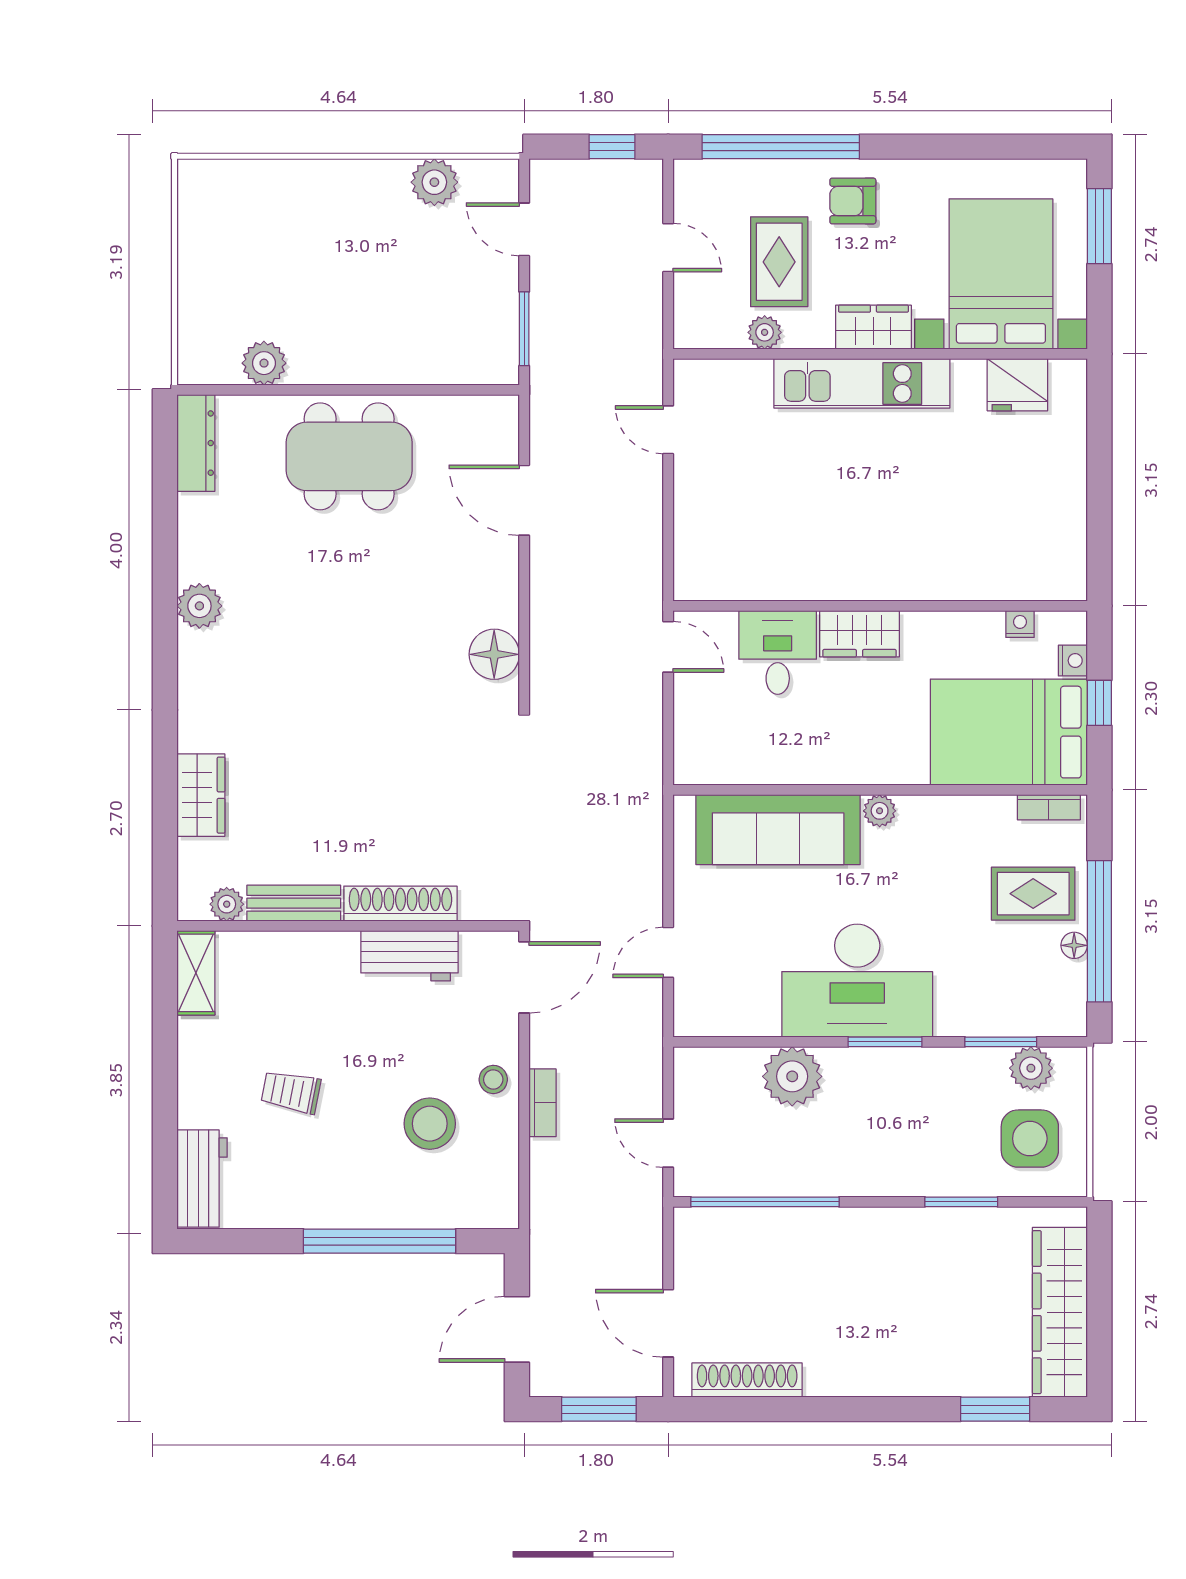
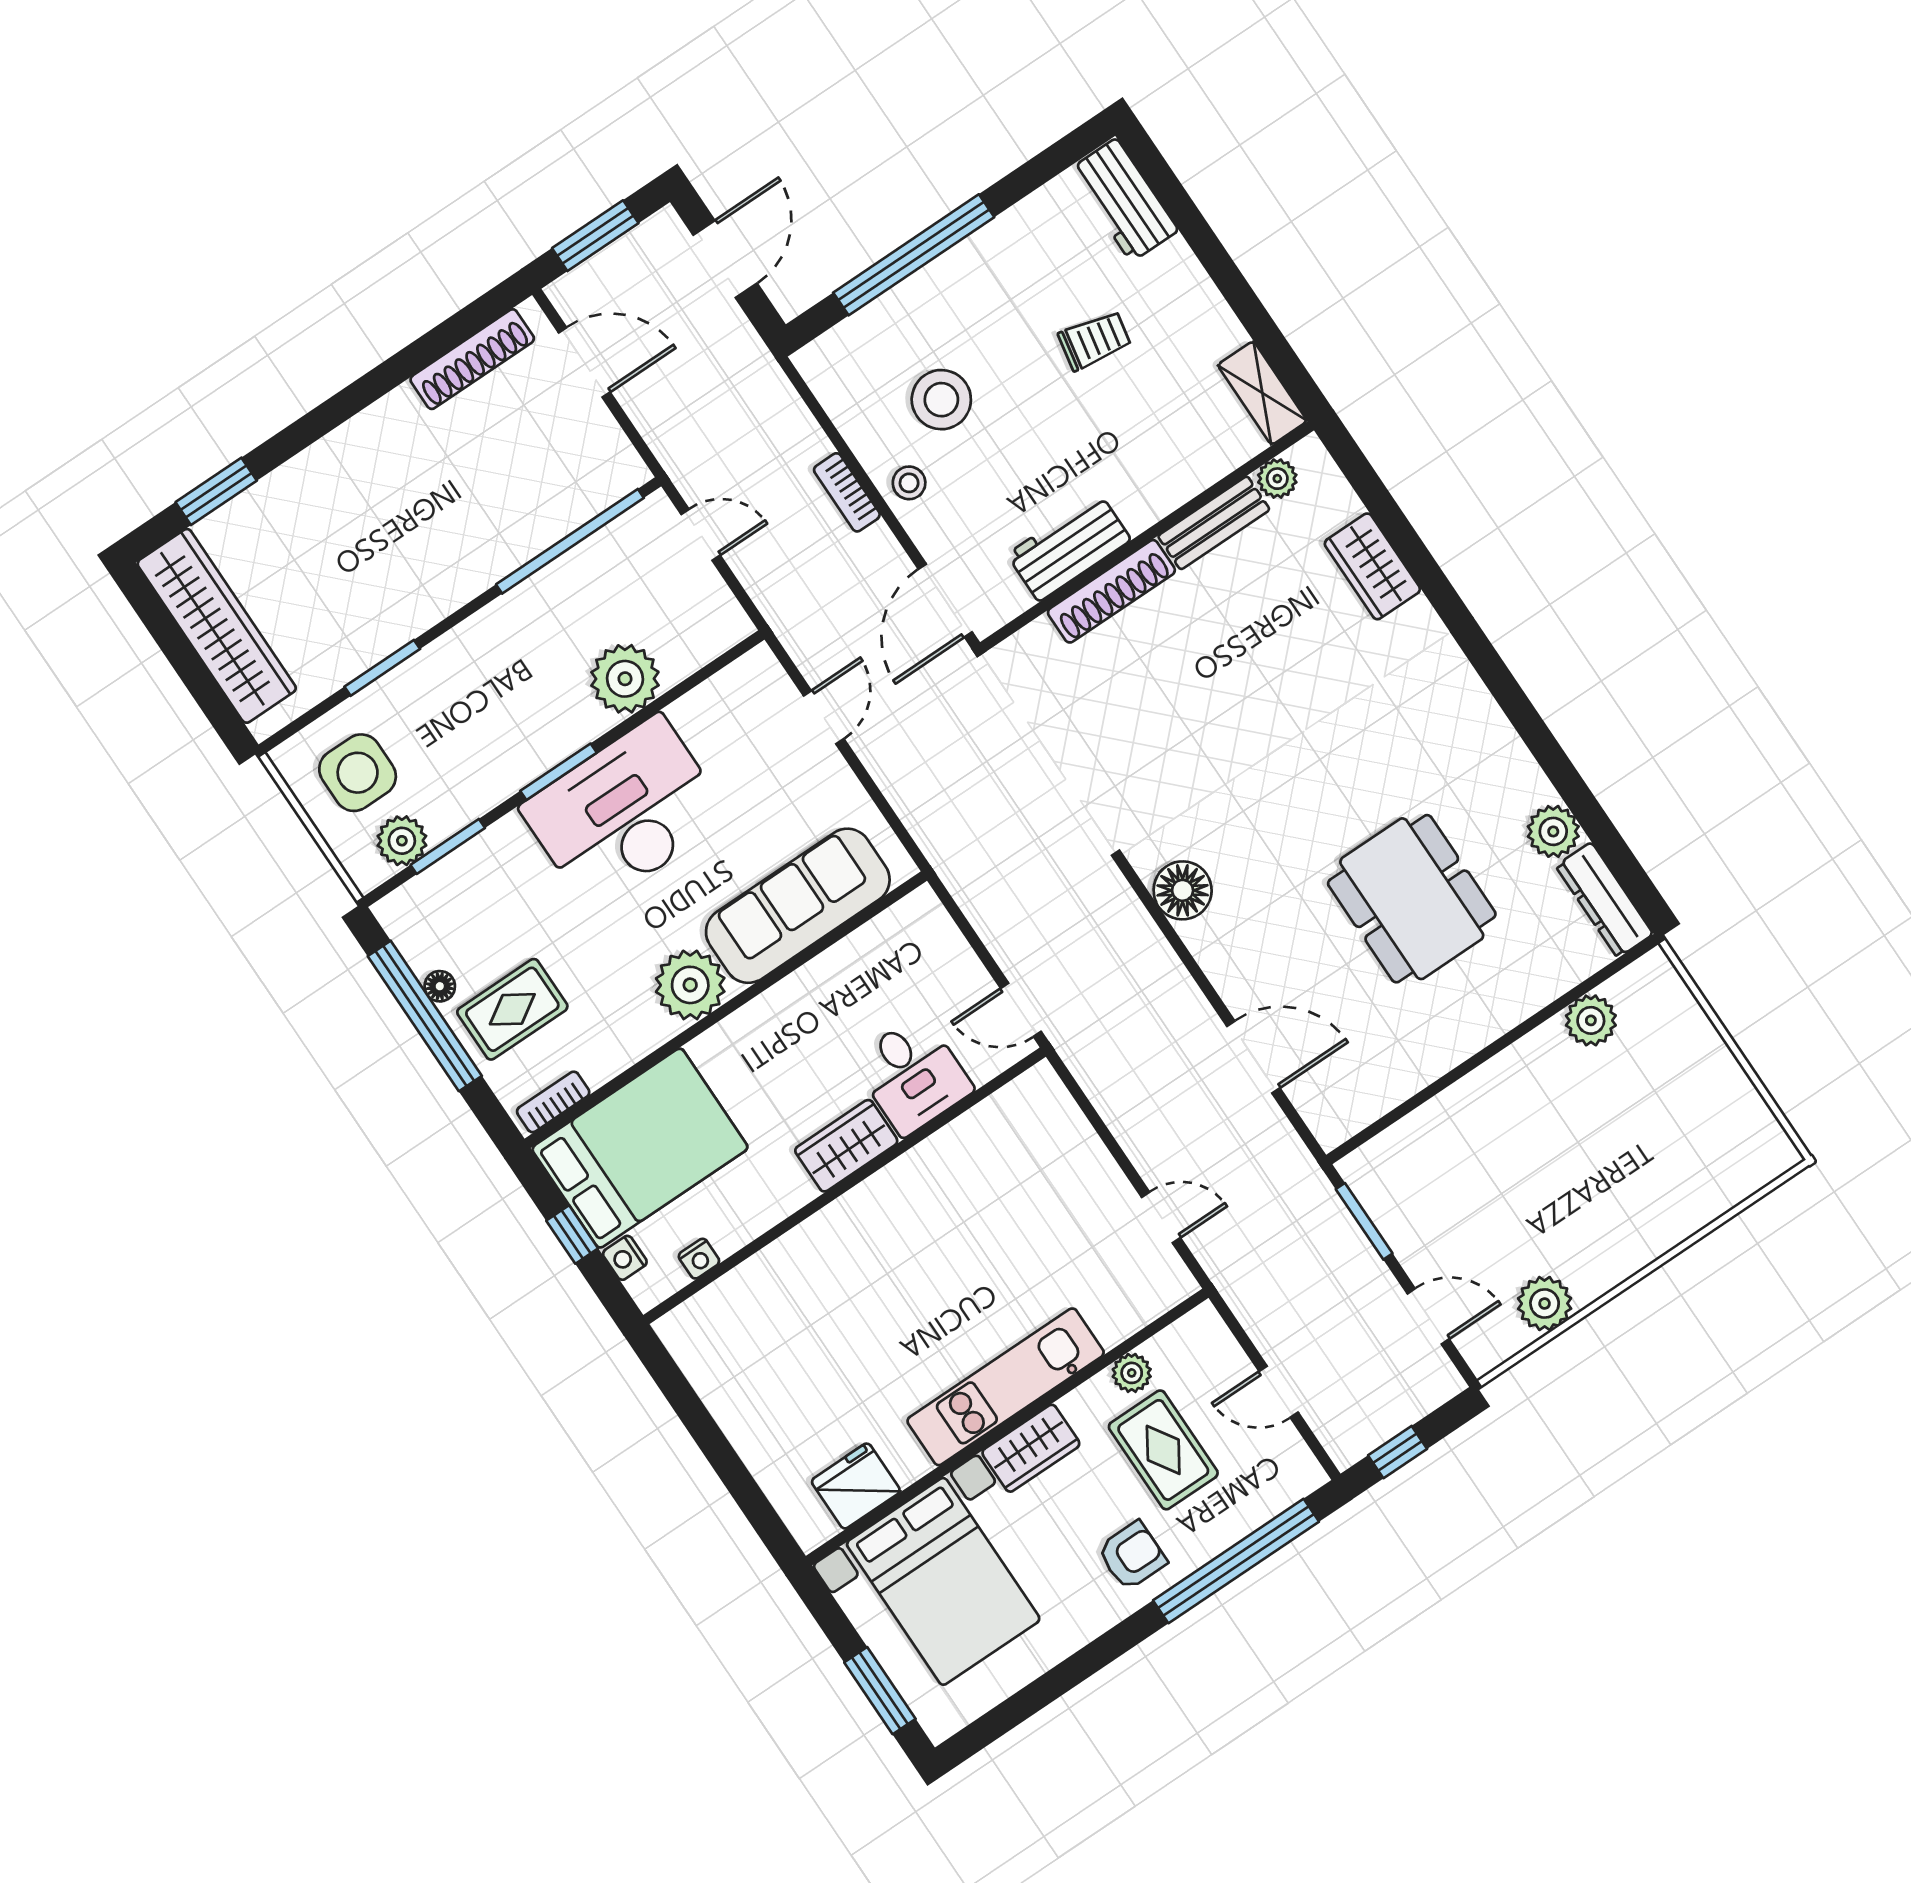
dining table: (349, 456) -> (1412, 899), moved, turned 90
plant: (199, 606) -> (1553, 831), moved
plant: (880, 811) -> (690, 985), width x1.88, depth x1.88

